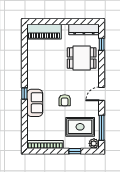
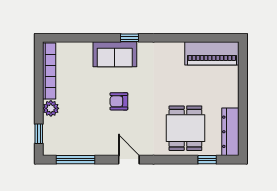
piano: (44, 32) -> (212, 53), moved, turned -90
rug: (80, 127) -> (77, 126), removed
plant: (94, 143) -> (51, 108), moved
window: (75, 151) -> (39, 134), moved

